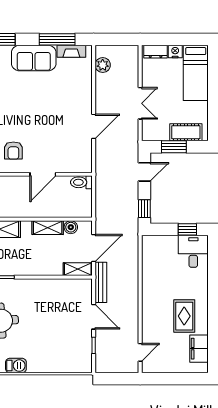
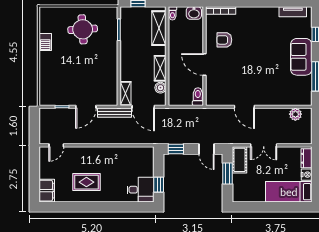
fireplace: (71, 51) -> (307, 88), removed
cot: (186, 132) -> (239, 160), moved
filing cabinet: (199, 349) -> (47, 191), moved, turned 90
door: (140, 352) -> (56, 145), hinge flipped

